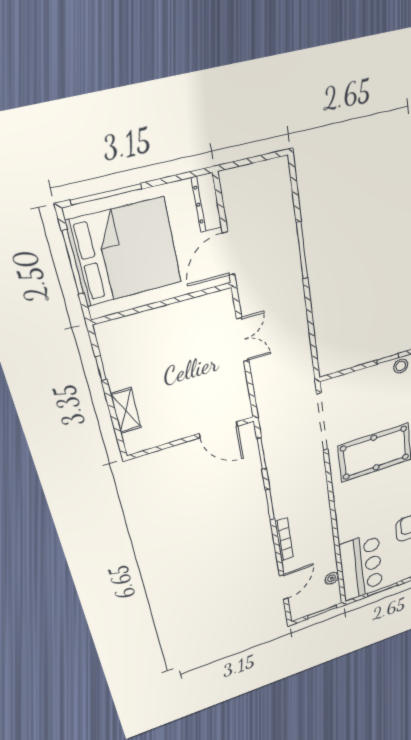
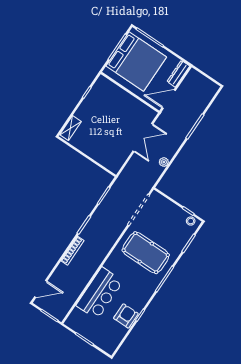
double door: (243, 340) -> (143, 137), width x1.37
shelving: (126, 411) -> (71, 128), moved
door: (218, 430) -> (99, 165), removed
bar counter: (361, 567) -> (100, 293), moved
plant: (332, 578) -> (164, 162), moved
door: (284, 587) -> (41, 289), moved

